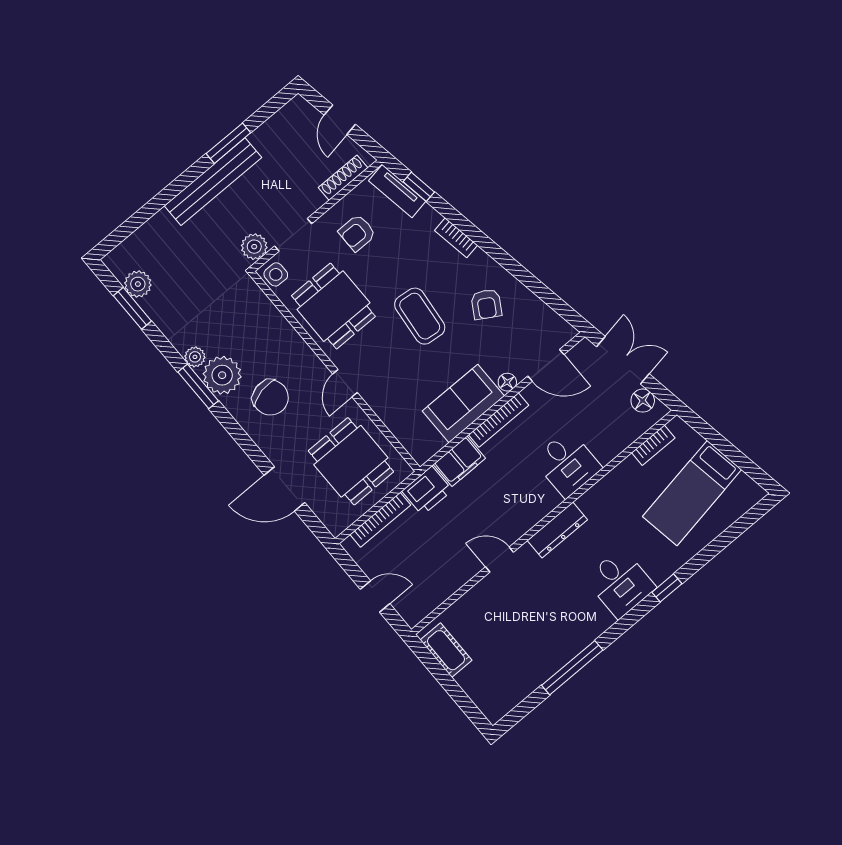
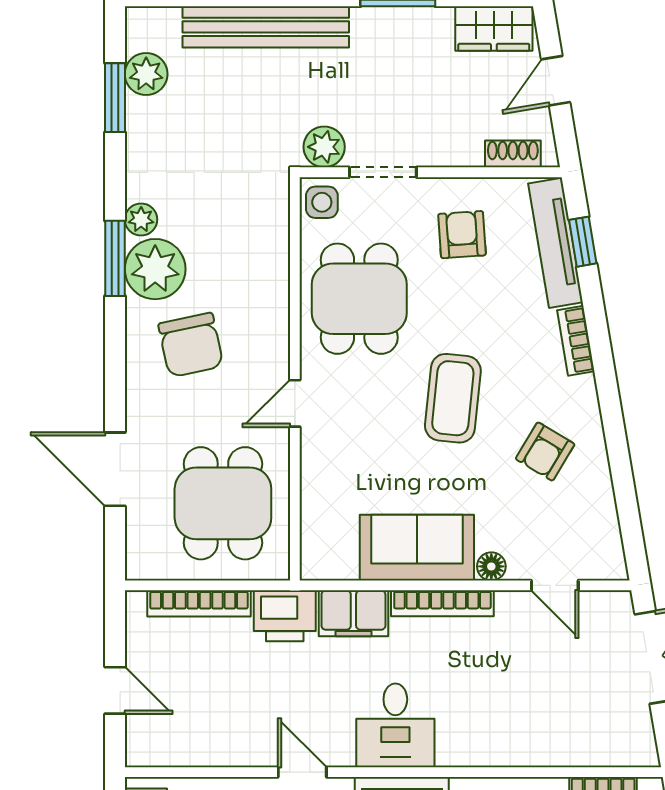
wardrobe: (288, 120) -> (494, 29), added
shoe rack: (343, 178) -> (513, 154), width x0.70
bench: (213, 182) -> (266, 27), moved
tv unit: (397, 191) -> (556, 243), width x1.41
armchair: (357, 233) -> (462, 235), turned 86
door: (546, 365) -> (555, 585), width x0.73
floor lamp: (643, 401) -> (636, 726), removed
desk: (567, 464) -> (395, 725), moved

